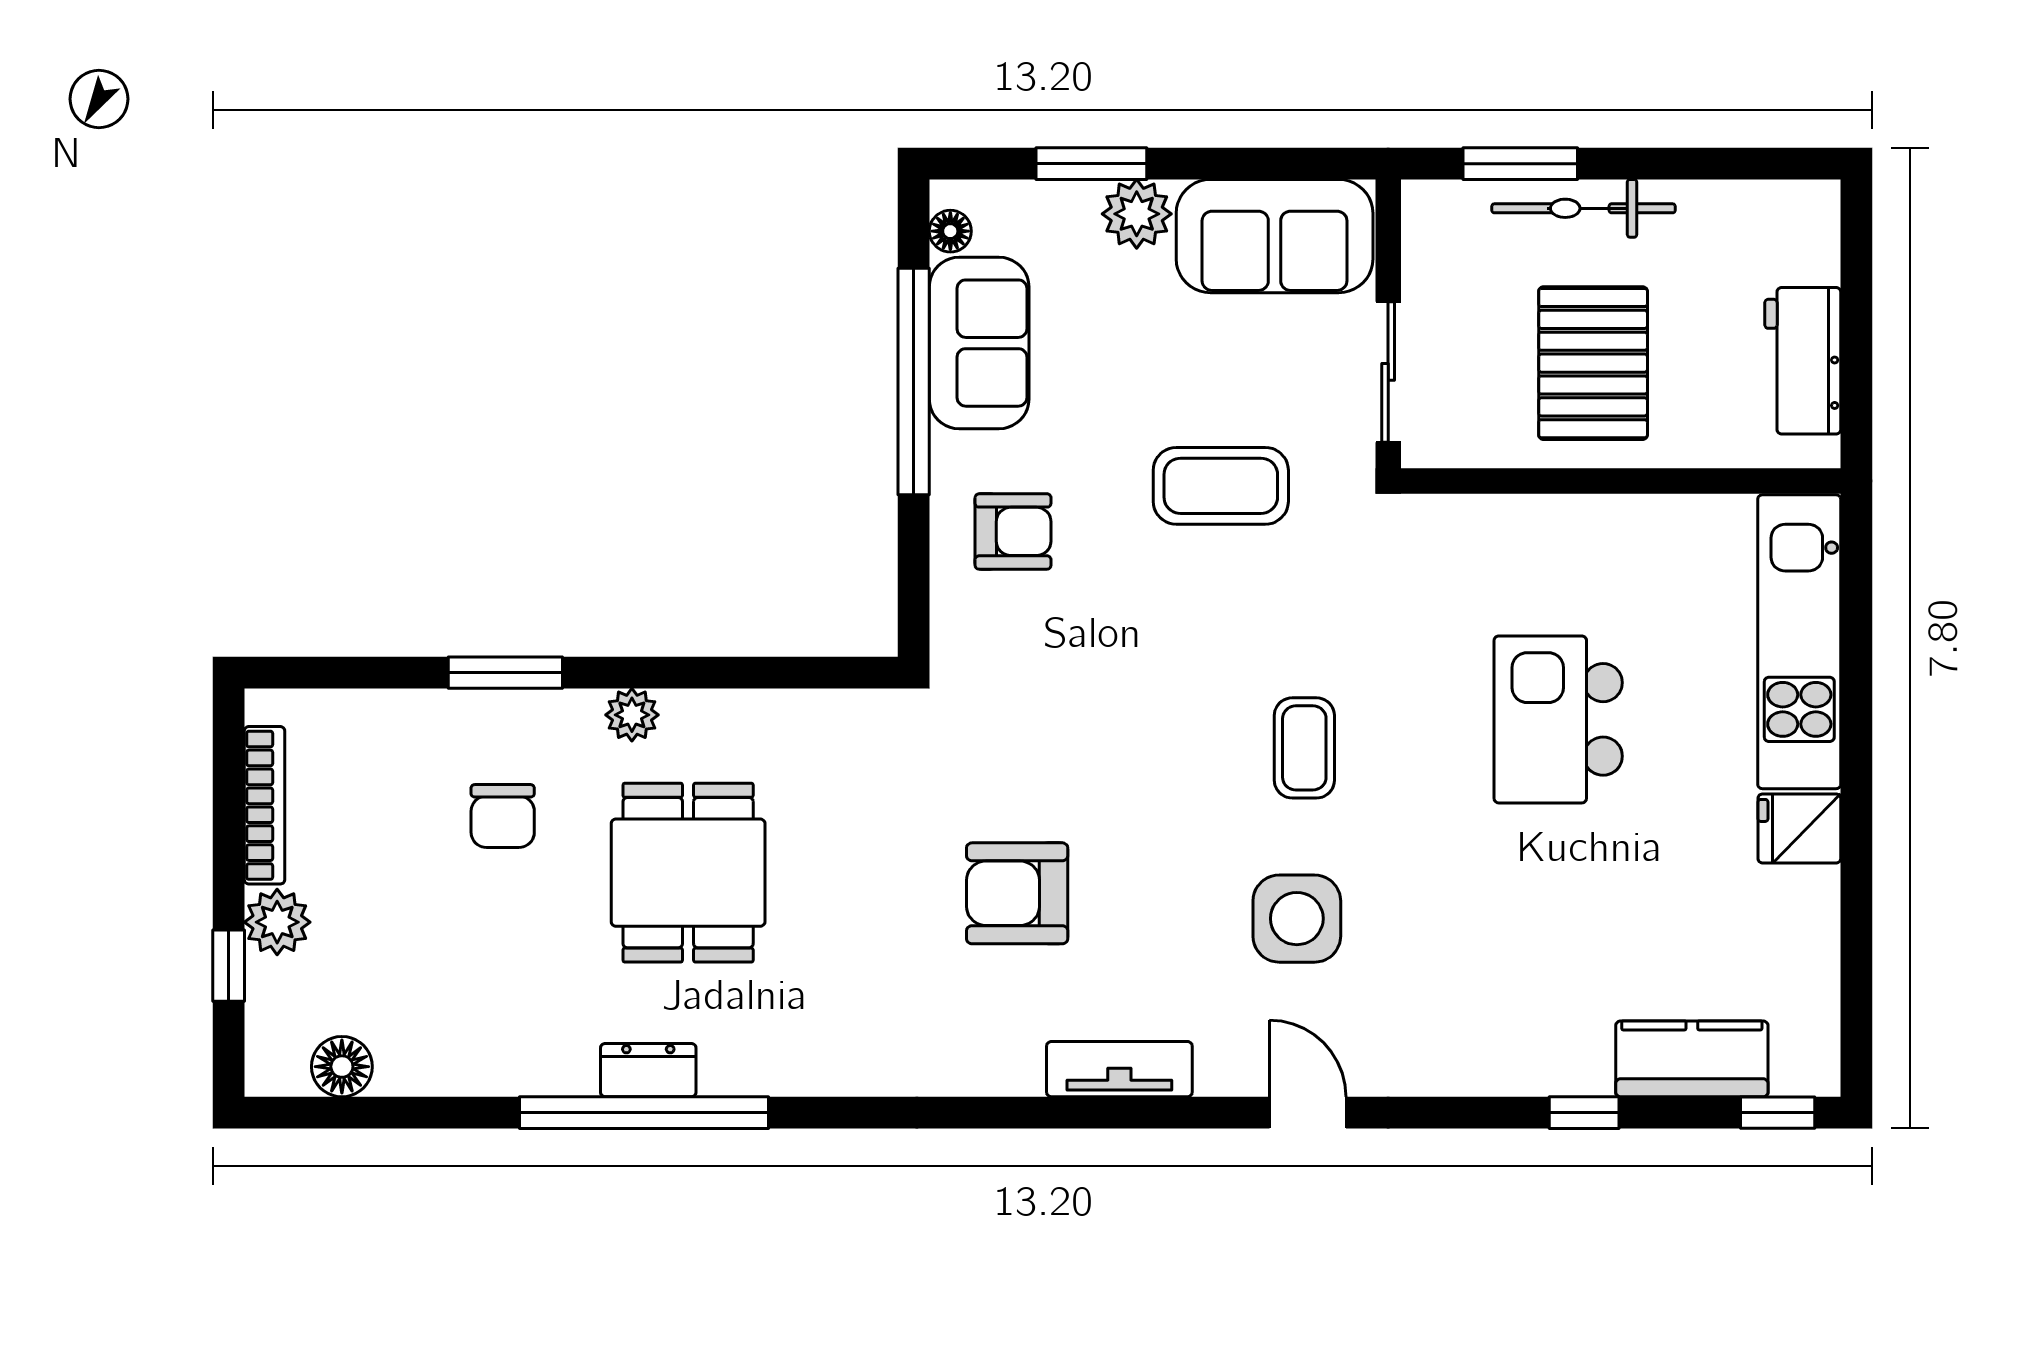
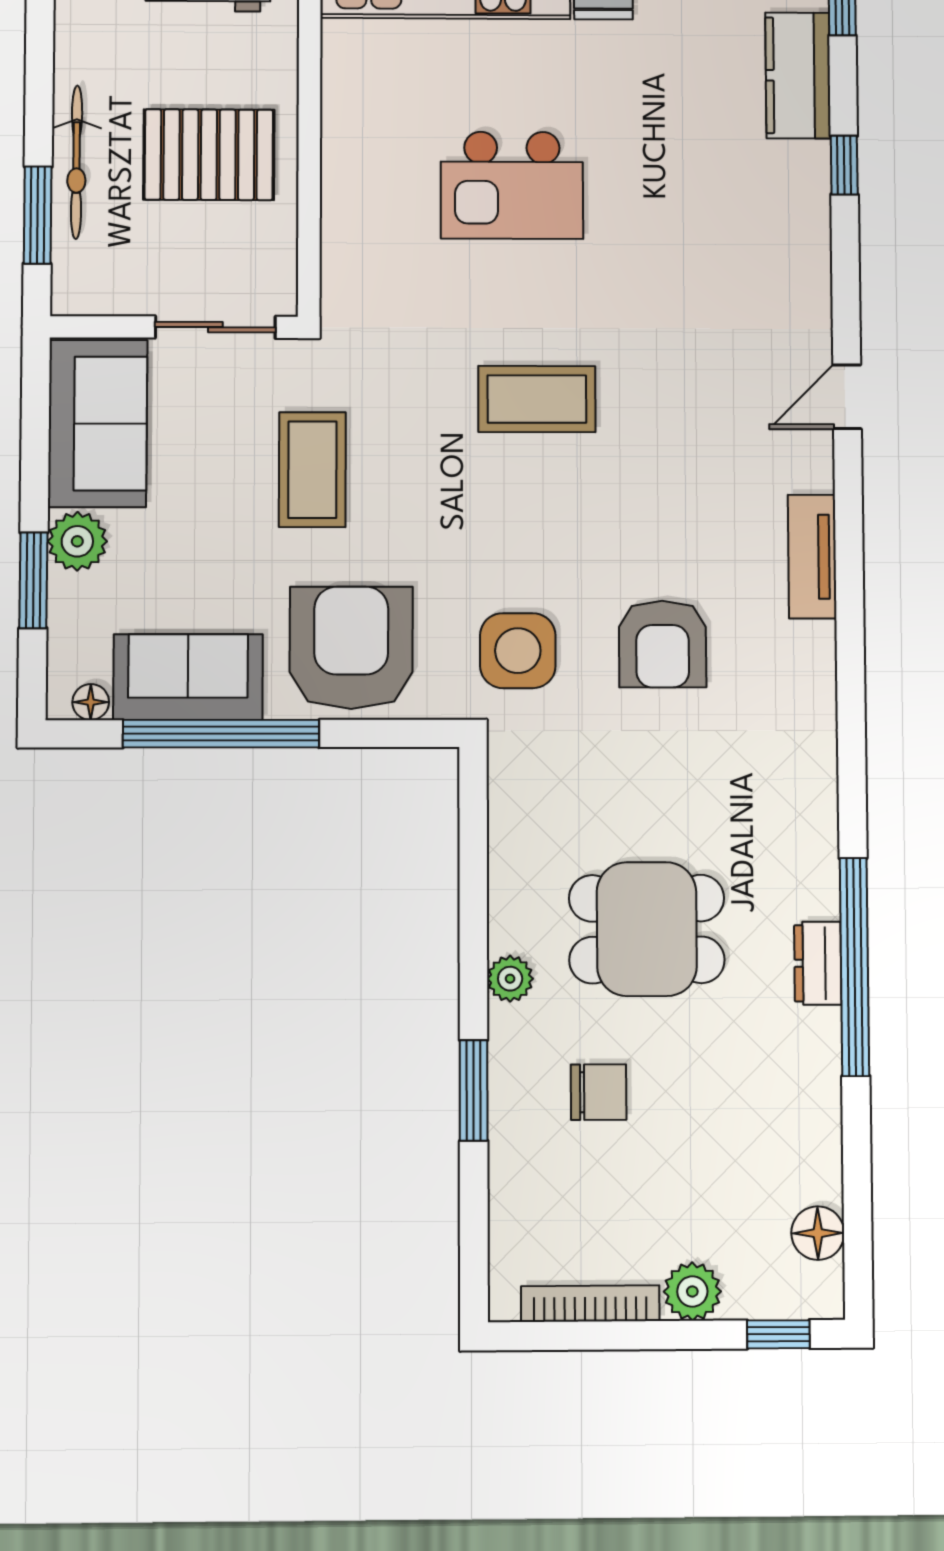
armchair: (1013, 531) -> (351, 648), width x1.88, depth x1.88
coffee table: (1304, 748) -> (537, 399), width x1.36, depth x1.30
side table: (1297, 919) -> (518, 651), moved
window: (229, 966) -> (778, 1334), moved

